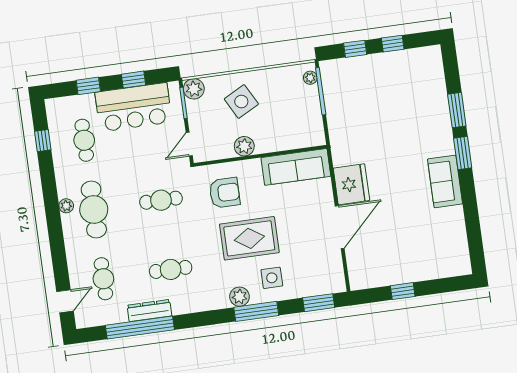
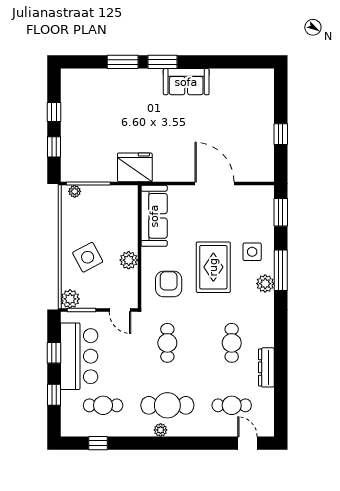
fridge: (351, 184) -> (135, 167), moved
window: (140, 328) -> (281, 378), removed

